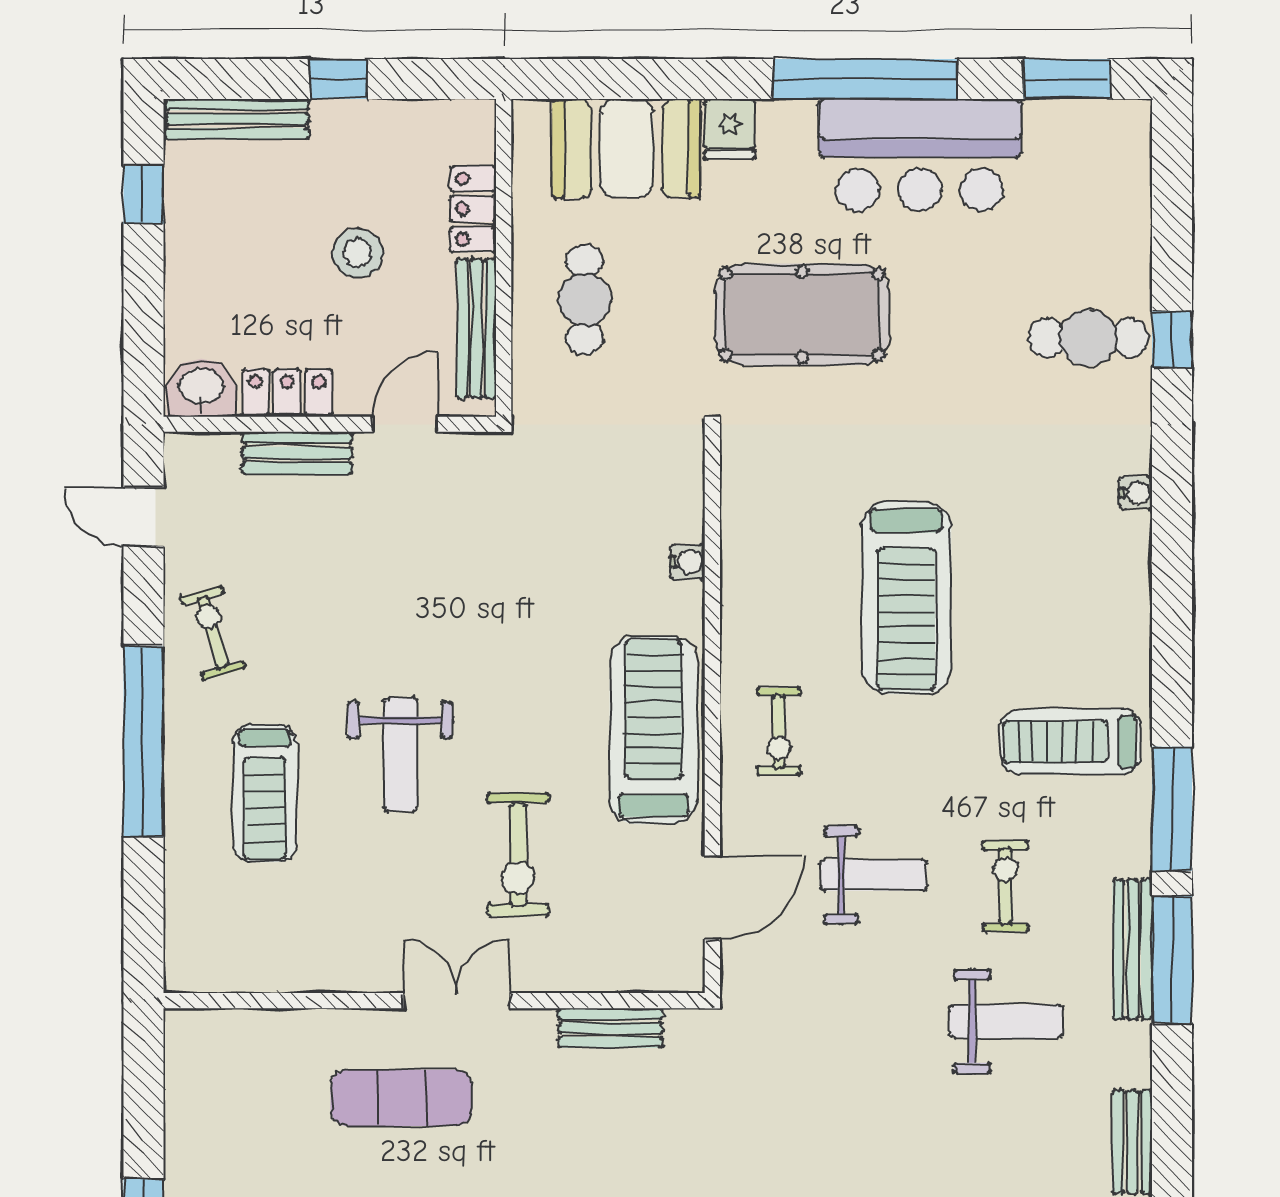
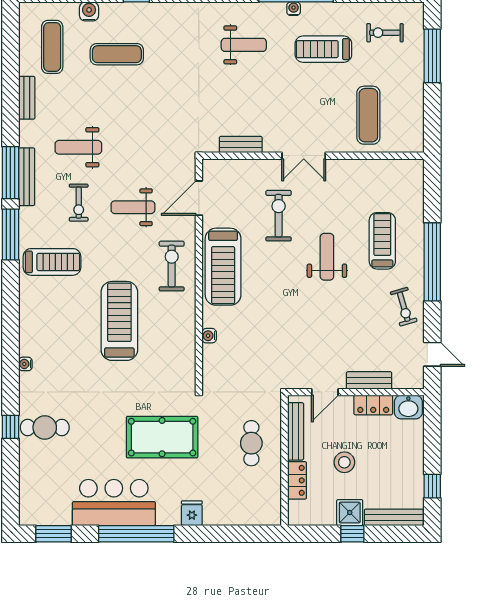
shower: (345, 131) -> (350, 513), added
booth: (626, 148) -> (234, 505), removed
exercise bike: (779, 732) -> (172, 266), width x1.38, depth x1.39
exercise mat: (401, 1098) -> (368, 115), moved, turned 90

